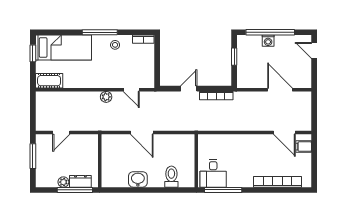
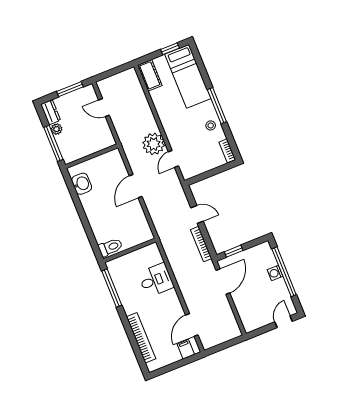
window: (234, 57) -> (234, 251), moved
door: (280, 90) -> (223, 282), moved
plant: (106, 97) -> (154, 144), width x1.88, depth x1.88
desk: (213, 173) -> (156, 280), moved, turned 180
toilet: (171, 177) -> (110, 247), moved
washbasin: (138, 179) -> (82, 184), moved
dresser: (80, 181) -> (51, 112), moved

